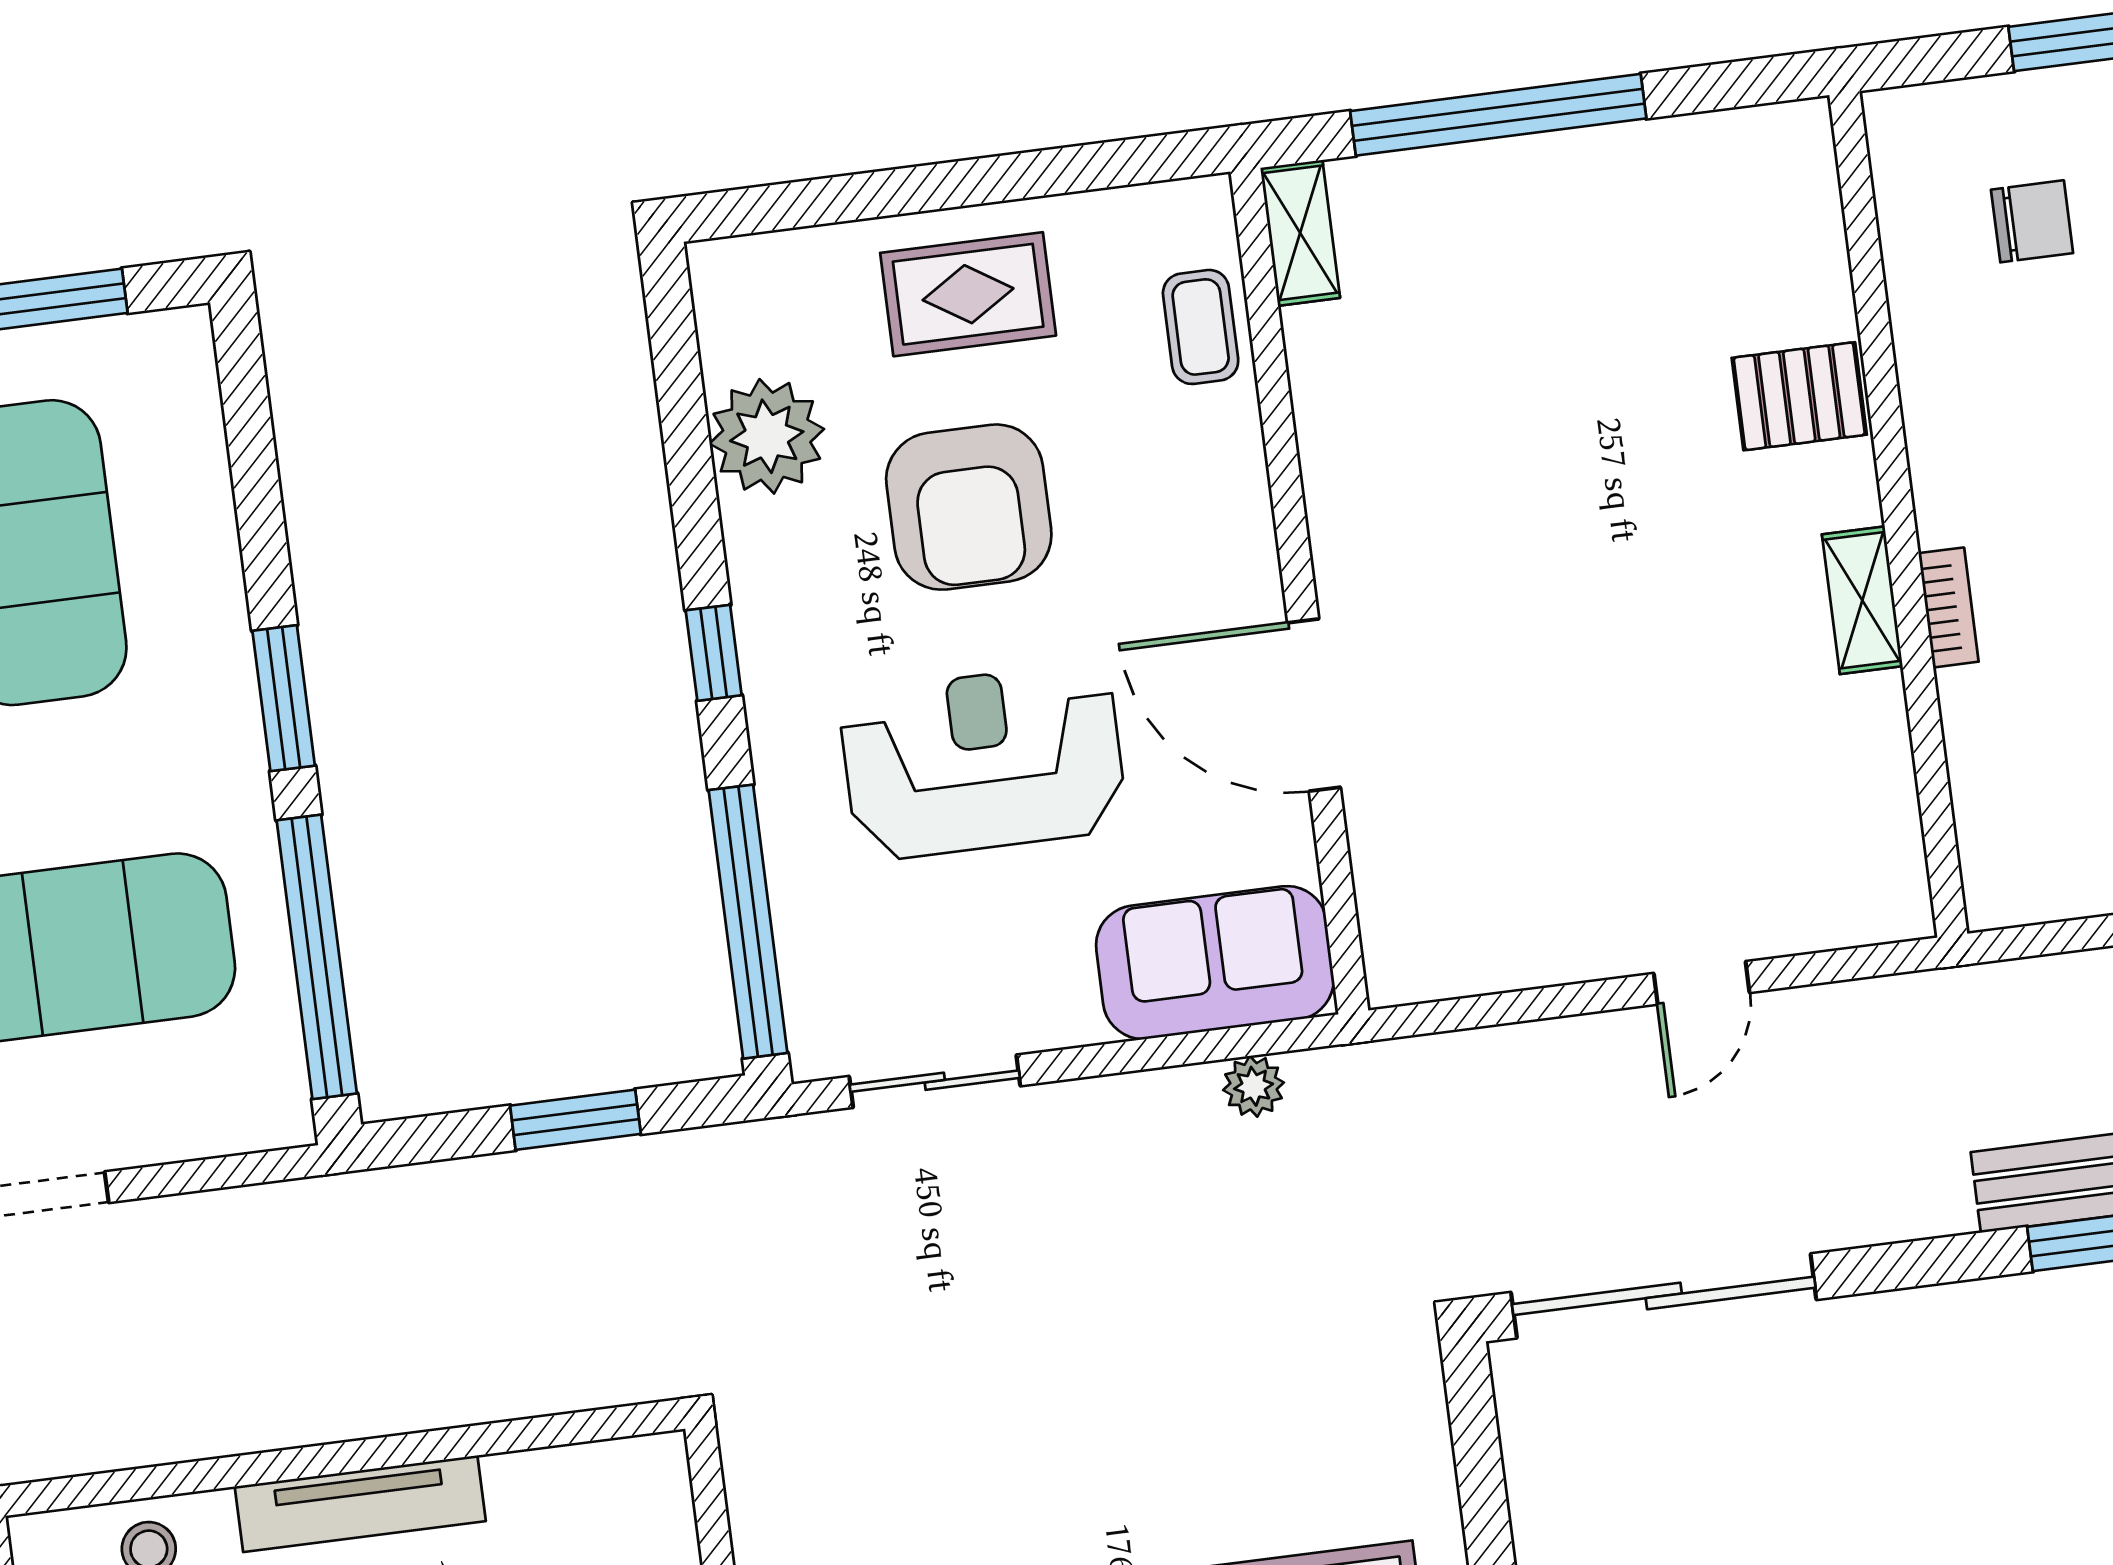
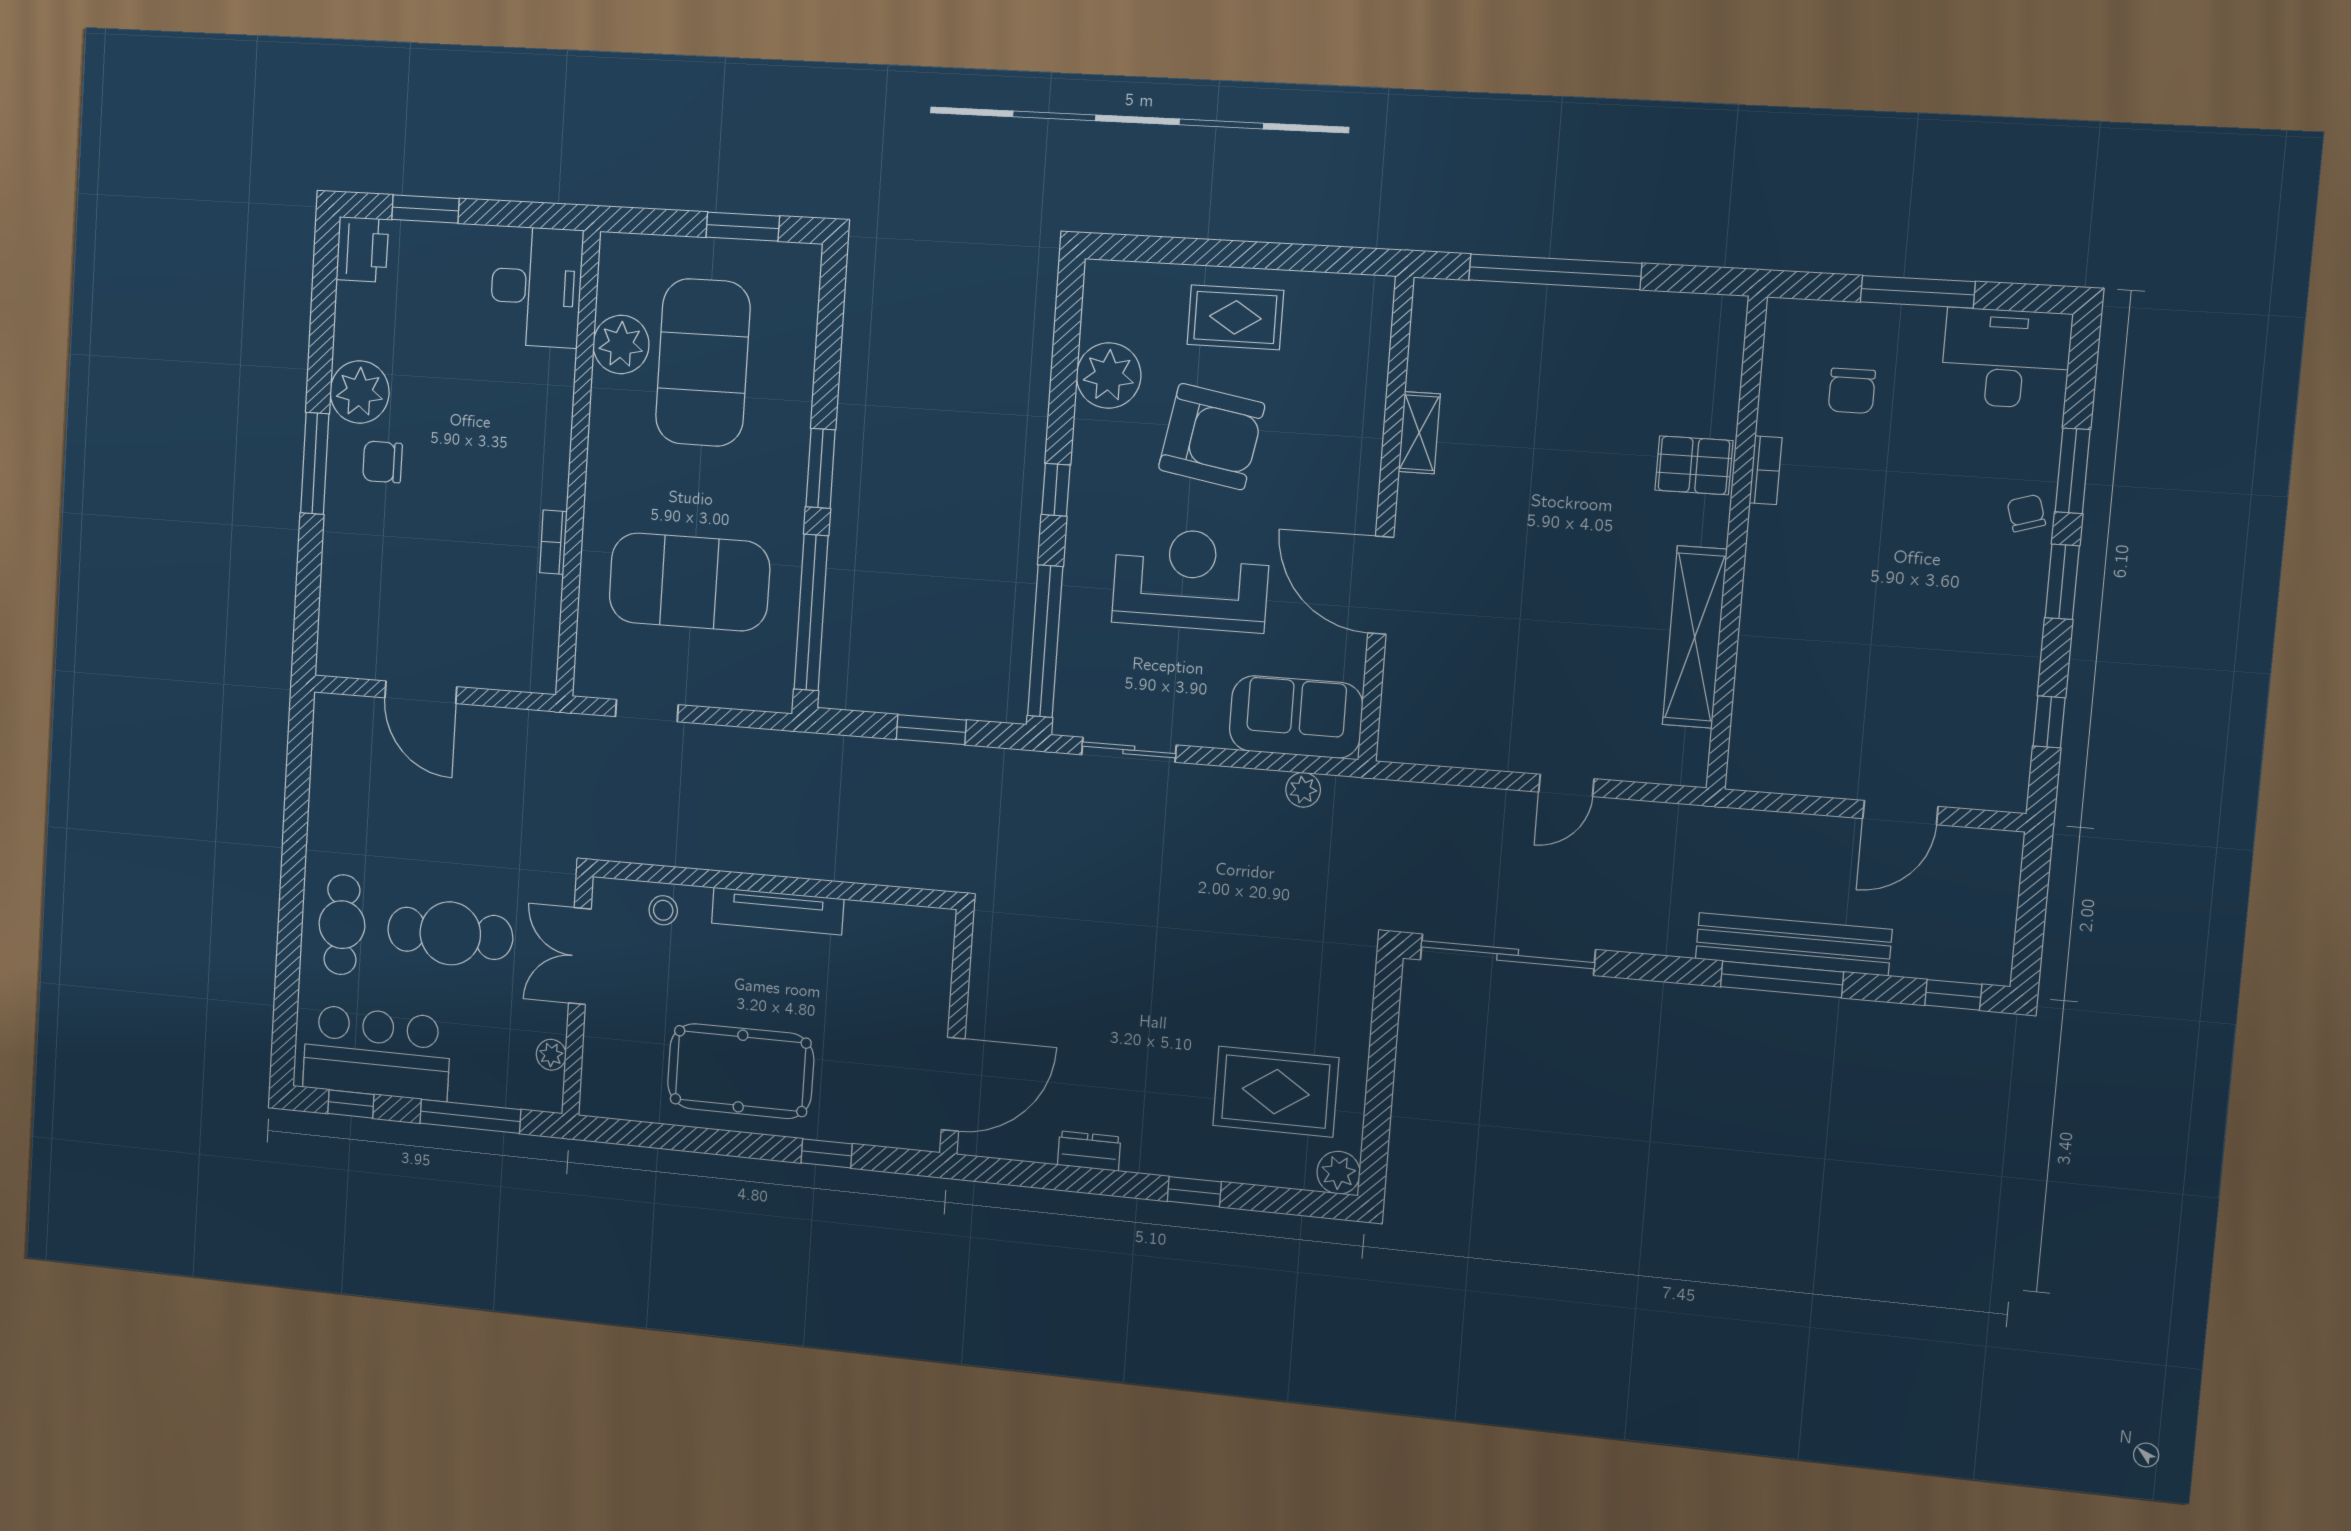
chair: (2032, 221) -> (1852, 391), turned 90
shelving: (1300, 233) -> (1419, 433), moved
coffee table: (1201, 327) -> (1361, 361), removed
armchair: (969, 507) -> (1212, 437), turned -80
shelving: (1862, 600) -> (1695, 637), width x2.20, depth x1.33
bookcase: (1948, 607) -> (1766, 470), moved

